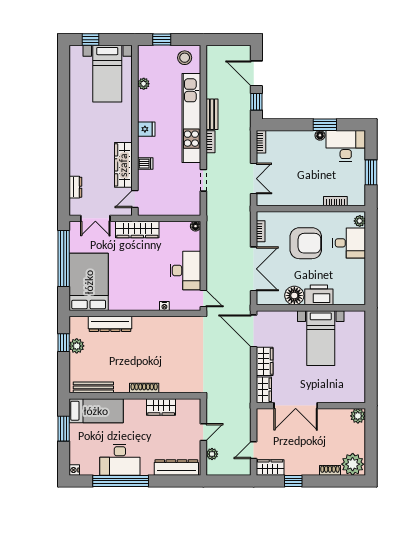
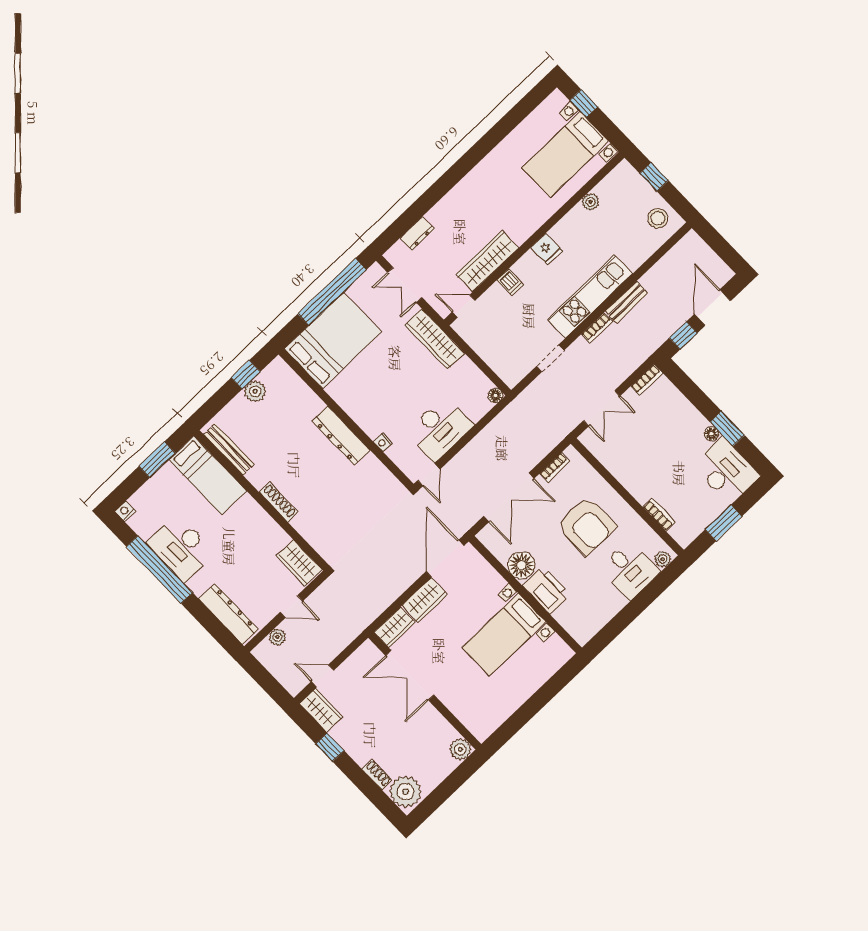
kitchen unit: (191, 118) -> (590, 296), width x0.73
dresser: (110, 324) -> (341, 435), moved
wardrobe: (161, 407) -> (299, 563), moved

